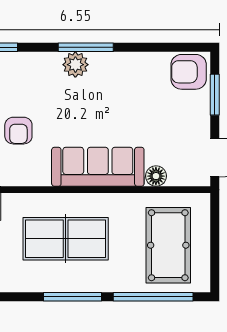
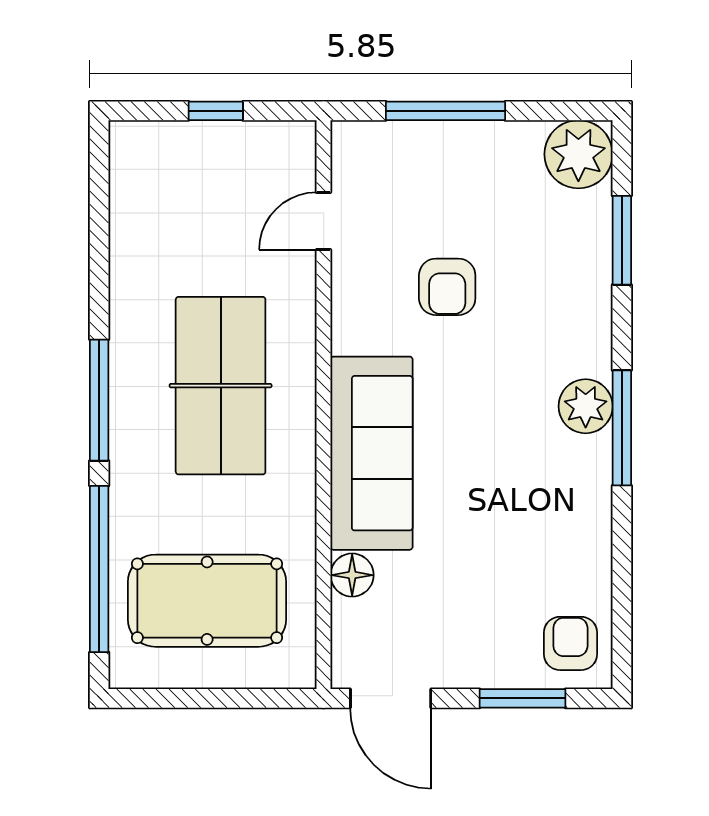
armchair: (189, 72) -> (570, 643), width x0.72, depth x0.72
armchair: (18, 131) -> (447, 287), turned -90

